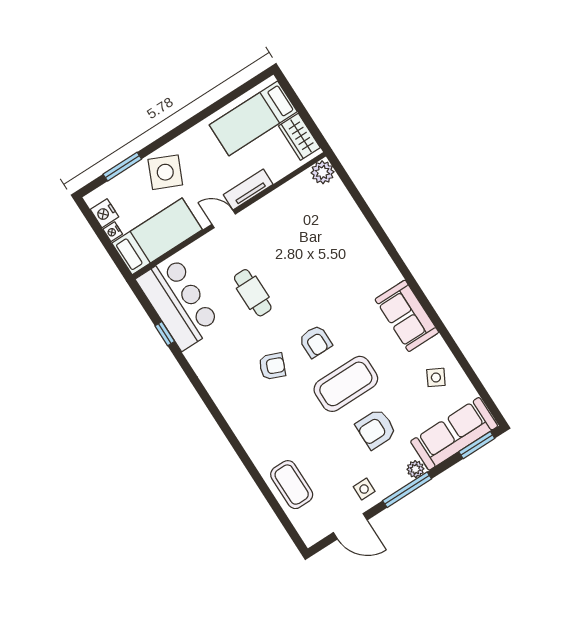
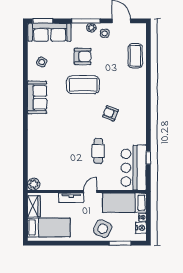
door: (224, 219) -> (90, 192), swing flipped
armchair: (315, 341) -> (84, 112), removed
plant: (415, 469) -> (91, 28), moved

